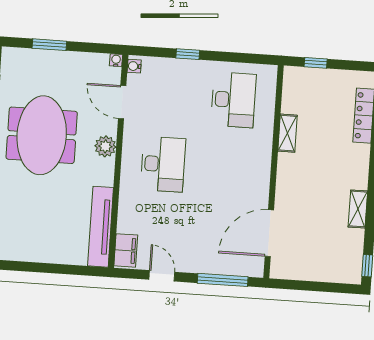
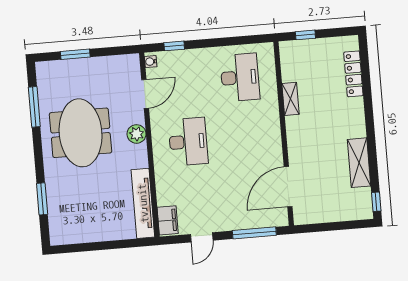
window: (188, 54) -> (174, 46), moved
water cooler: (116, 60) -> (134, 59), removed
door: (122, 102) -> (145, 94), swing flipped
shelving: (358, 209) -> (359, 163), width x1.50, depth x1.33
door: (162, 276) -> (202, 237), swing flipped

